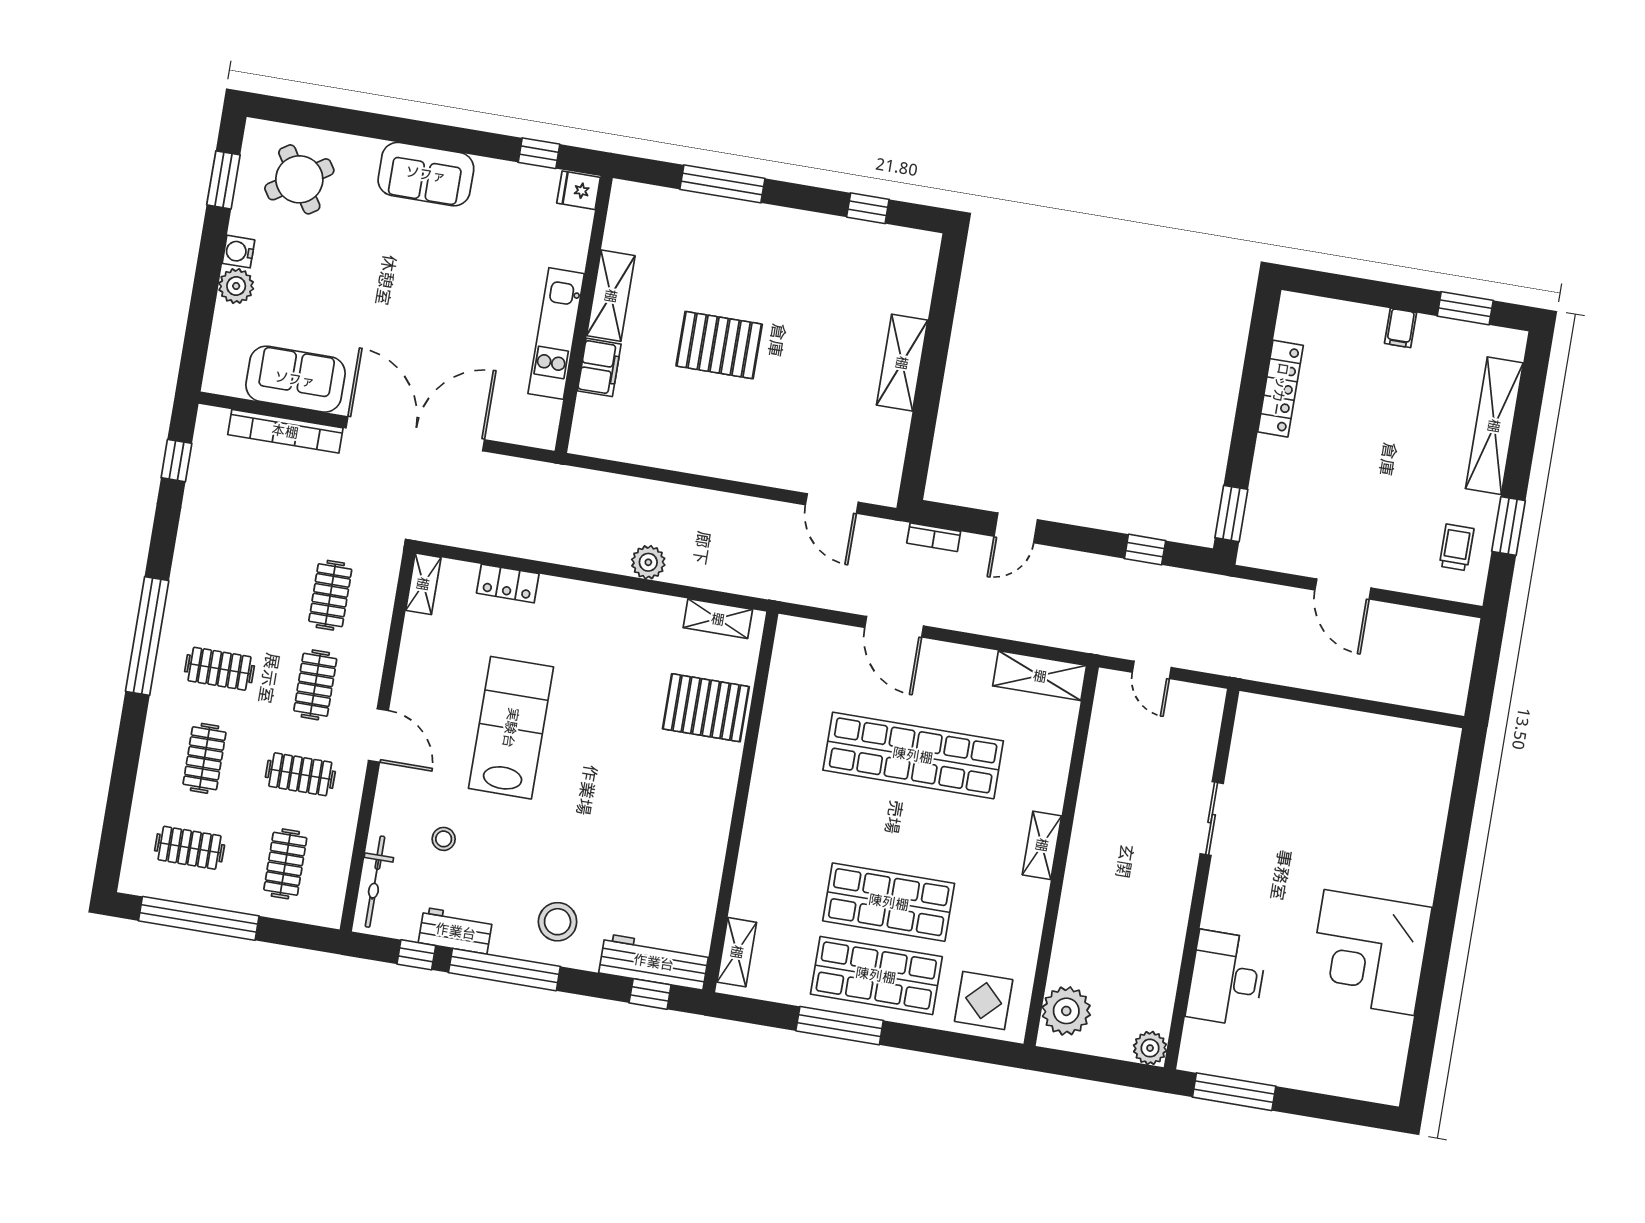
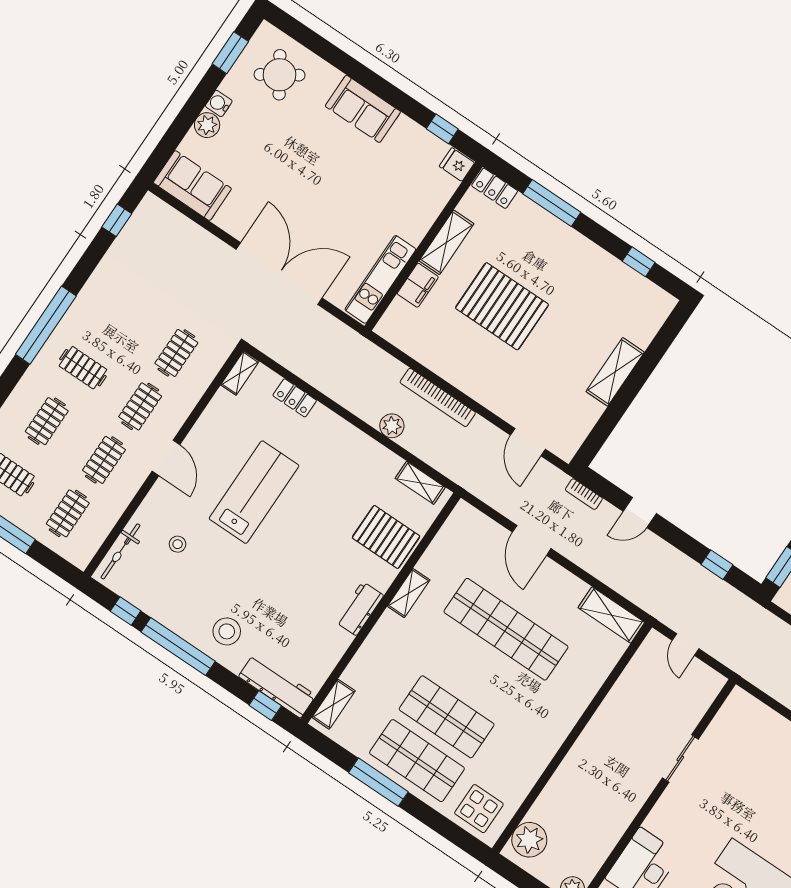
locker: (641, 199) -> (495, 188), added
kitchen unit: (556, 334) -> (380, 279), moved
pallet: (719, 345) -> (502, 306), width x1.37, depth x1.41
sofa: (295, 379) -> (192, 186), moved
bookcase: (285, 431) -> (438, 397), moved
clothes rail: (300, 774) -> (104, 460), turned 90
shelving: (1042, 845) -> (409, 593), moved
workbench: (456, 931) -> (360, 609), moved, turned -90

